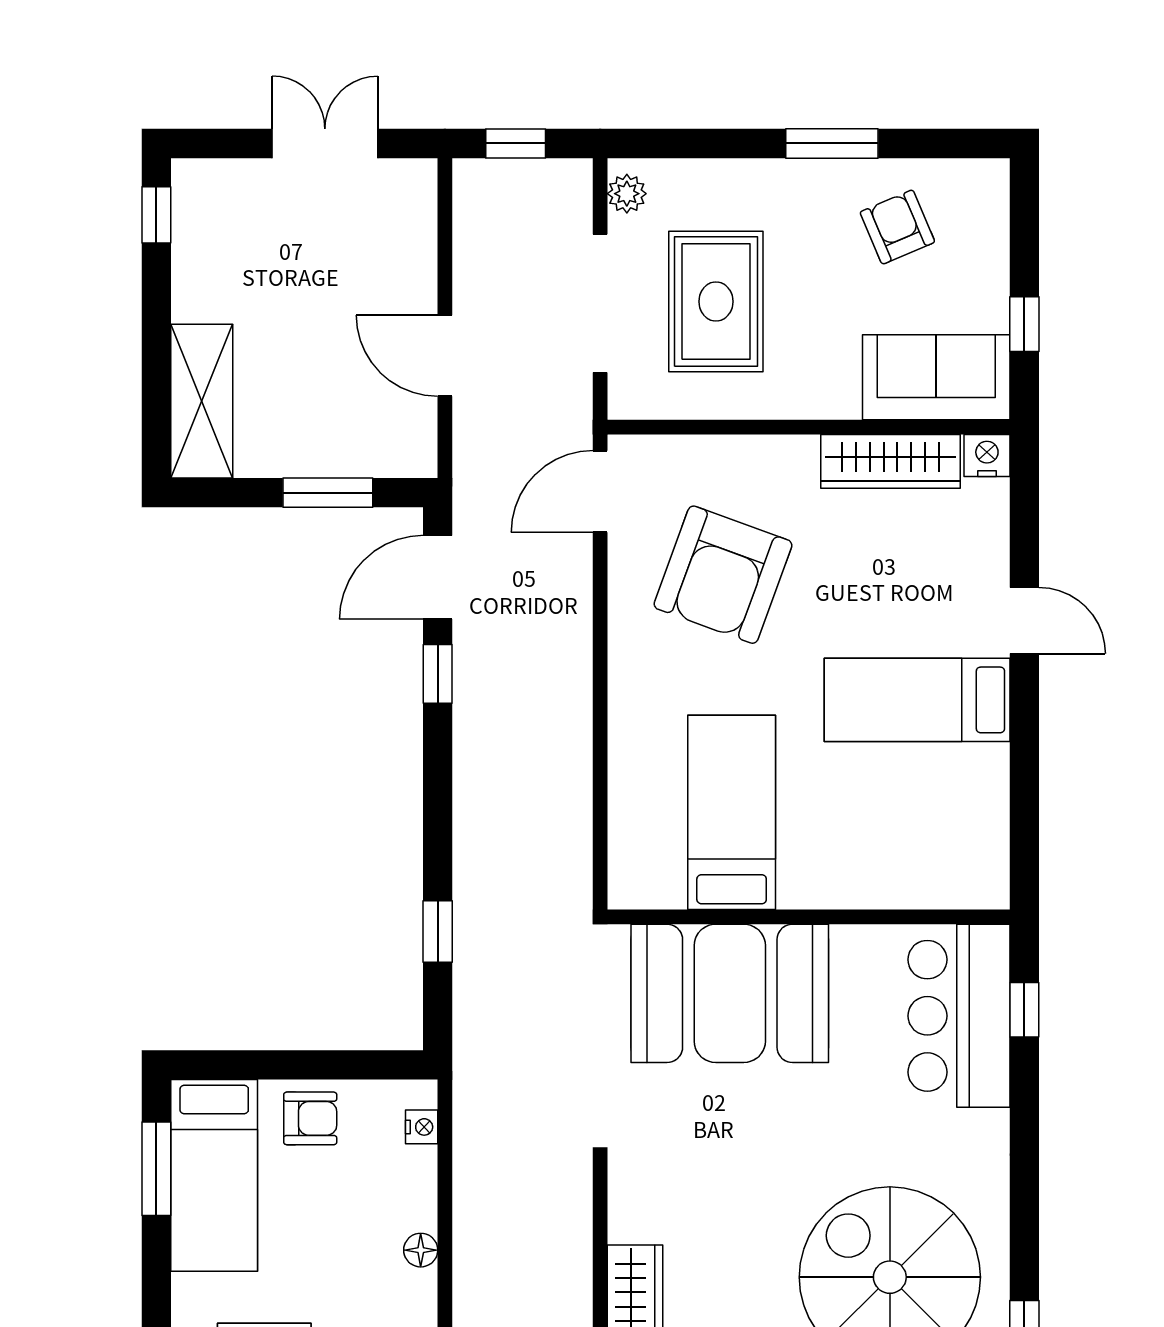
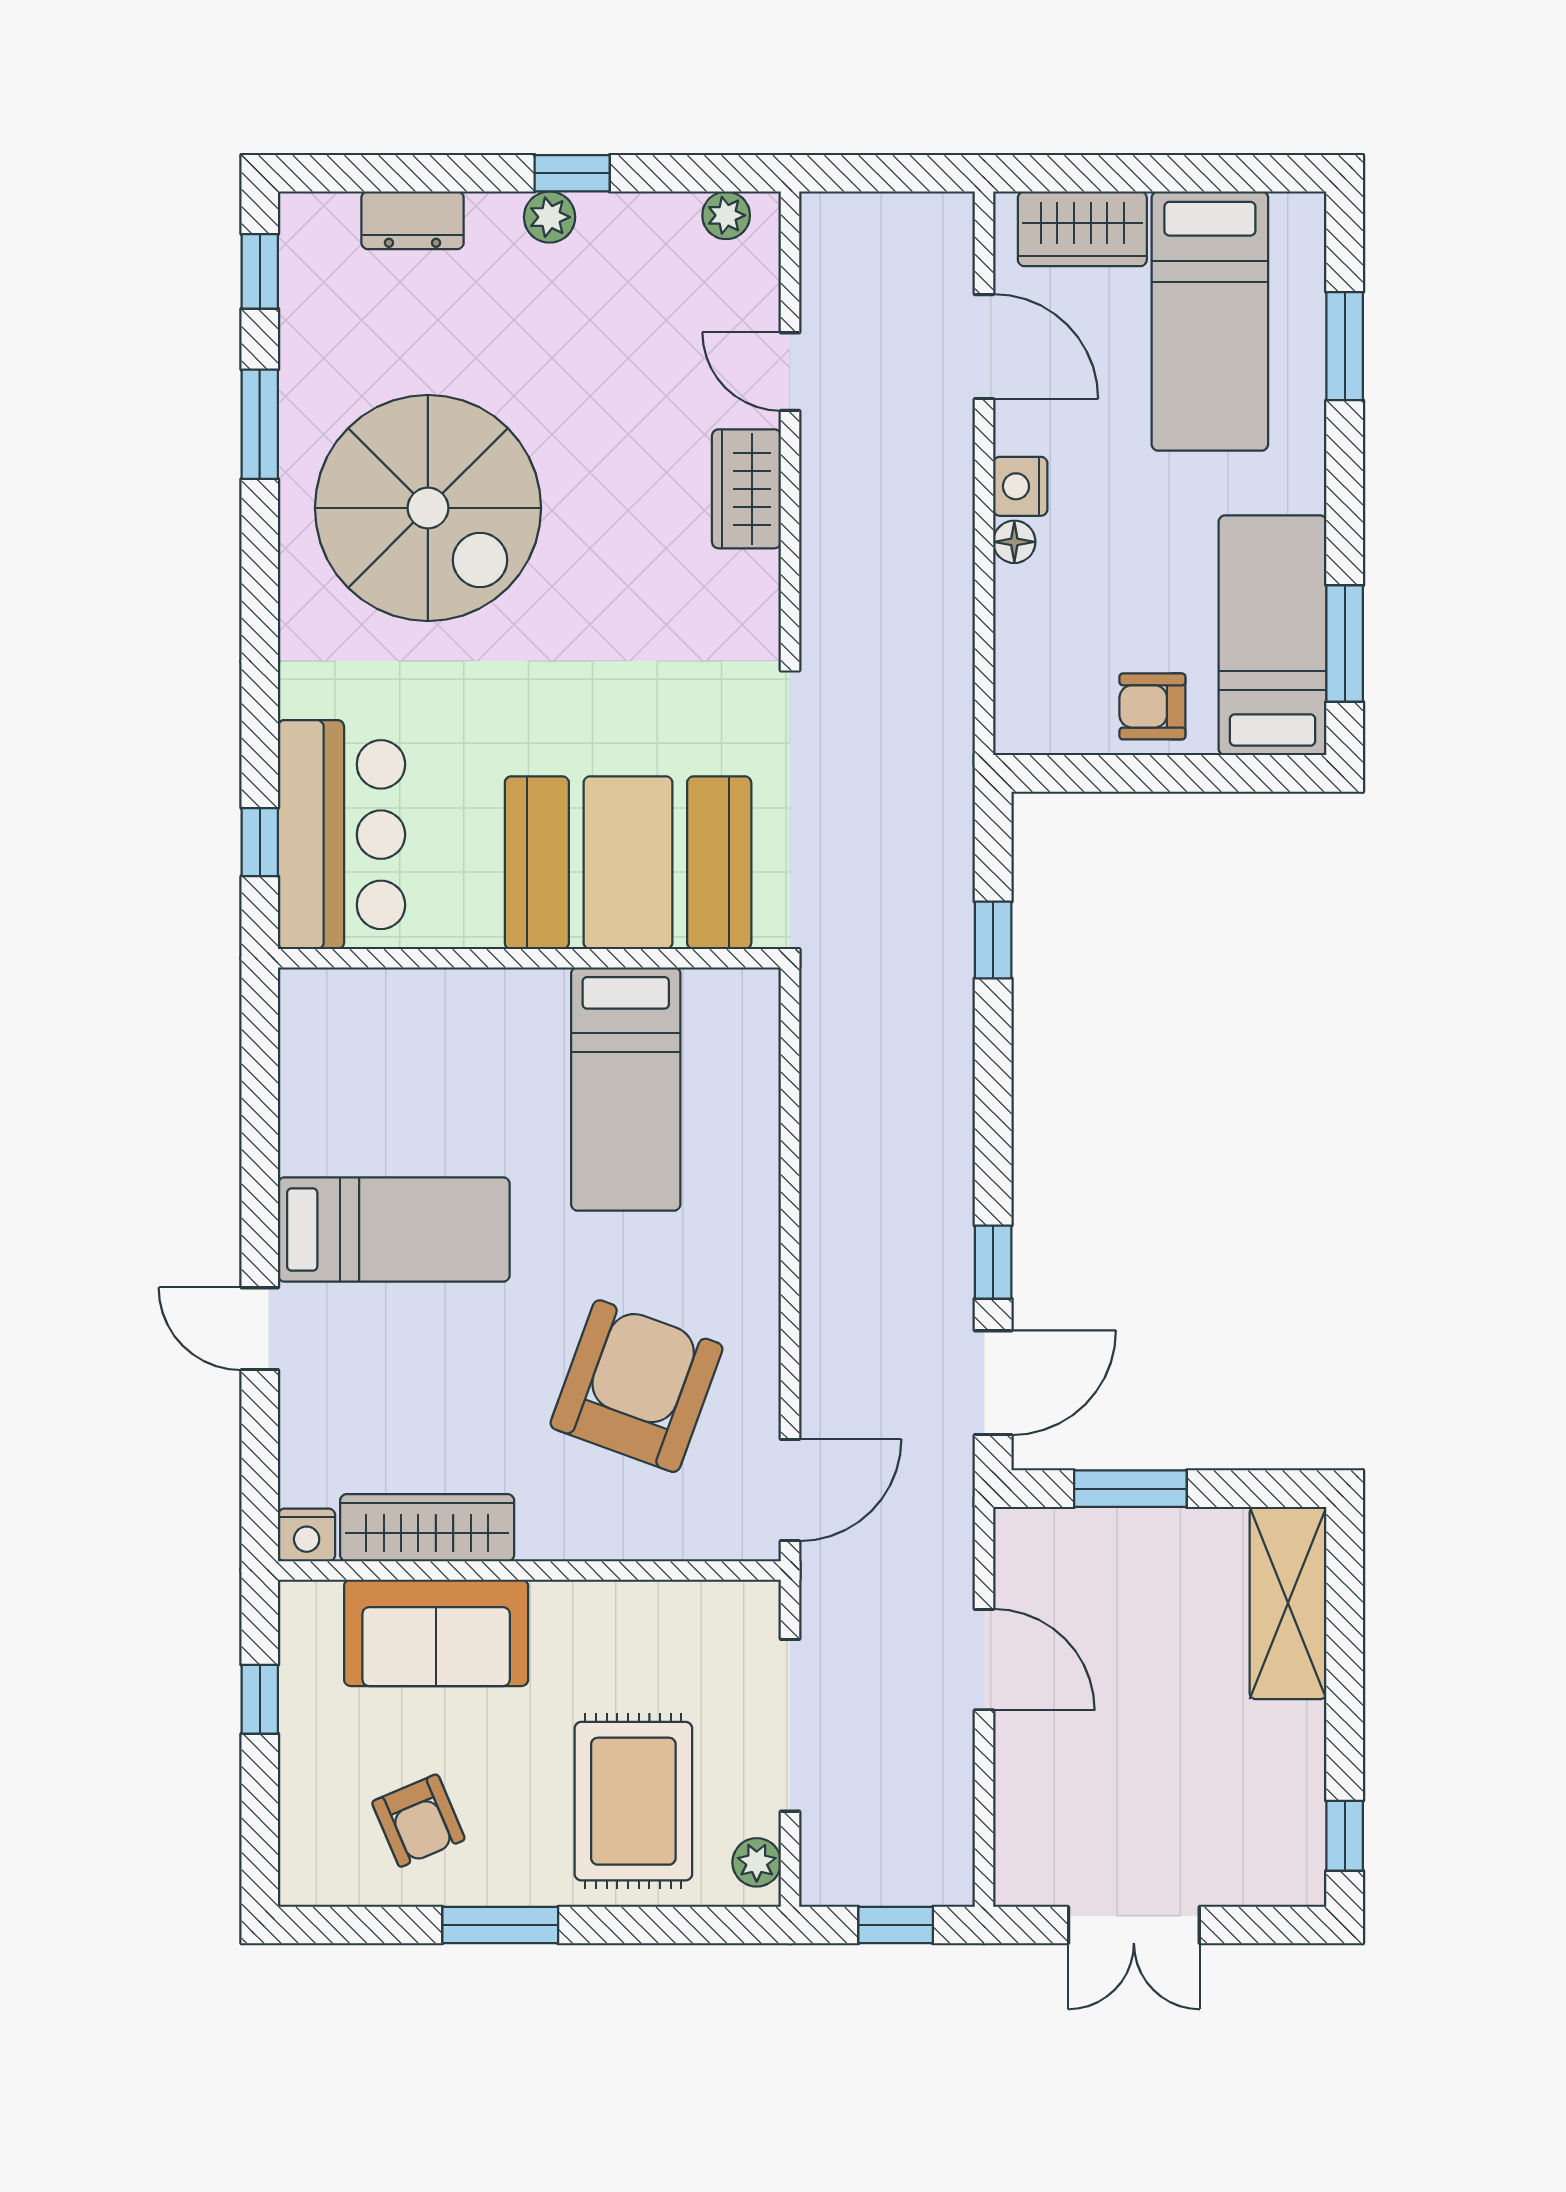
rug: (716, 302) -> (633, 1801), moved
sofa: (936, 377) -> (436, 1633), moved
nightstand: (422, 1127) -> (1020, 486), moved, width x1.39, depth x1.35

